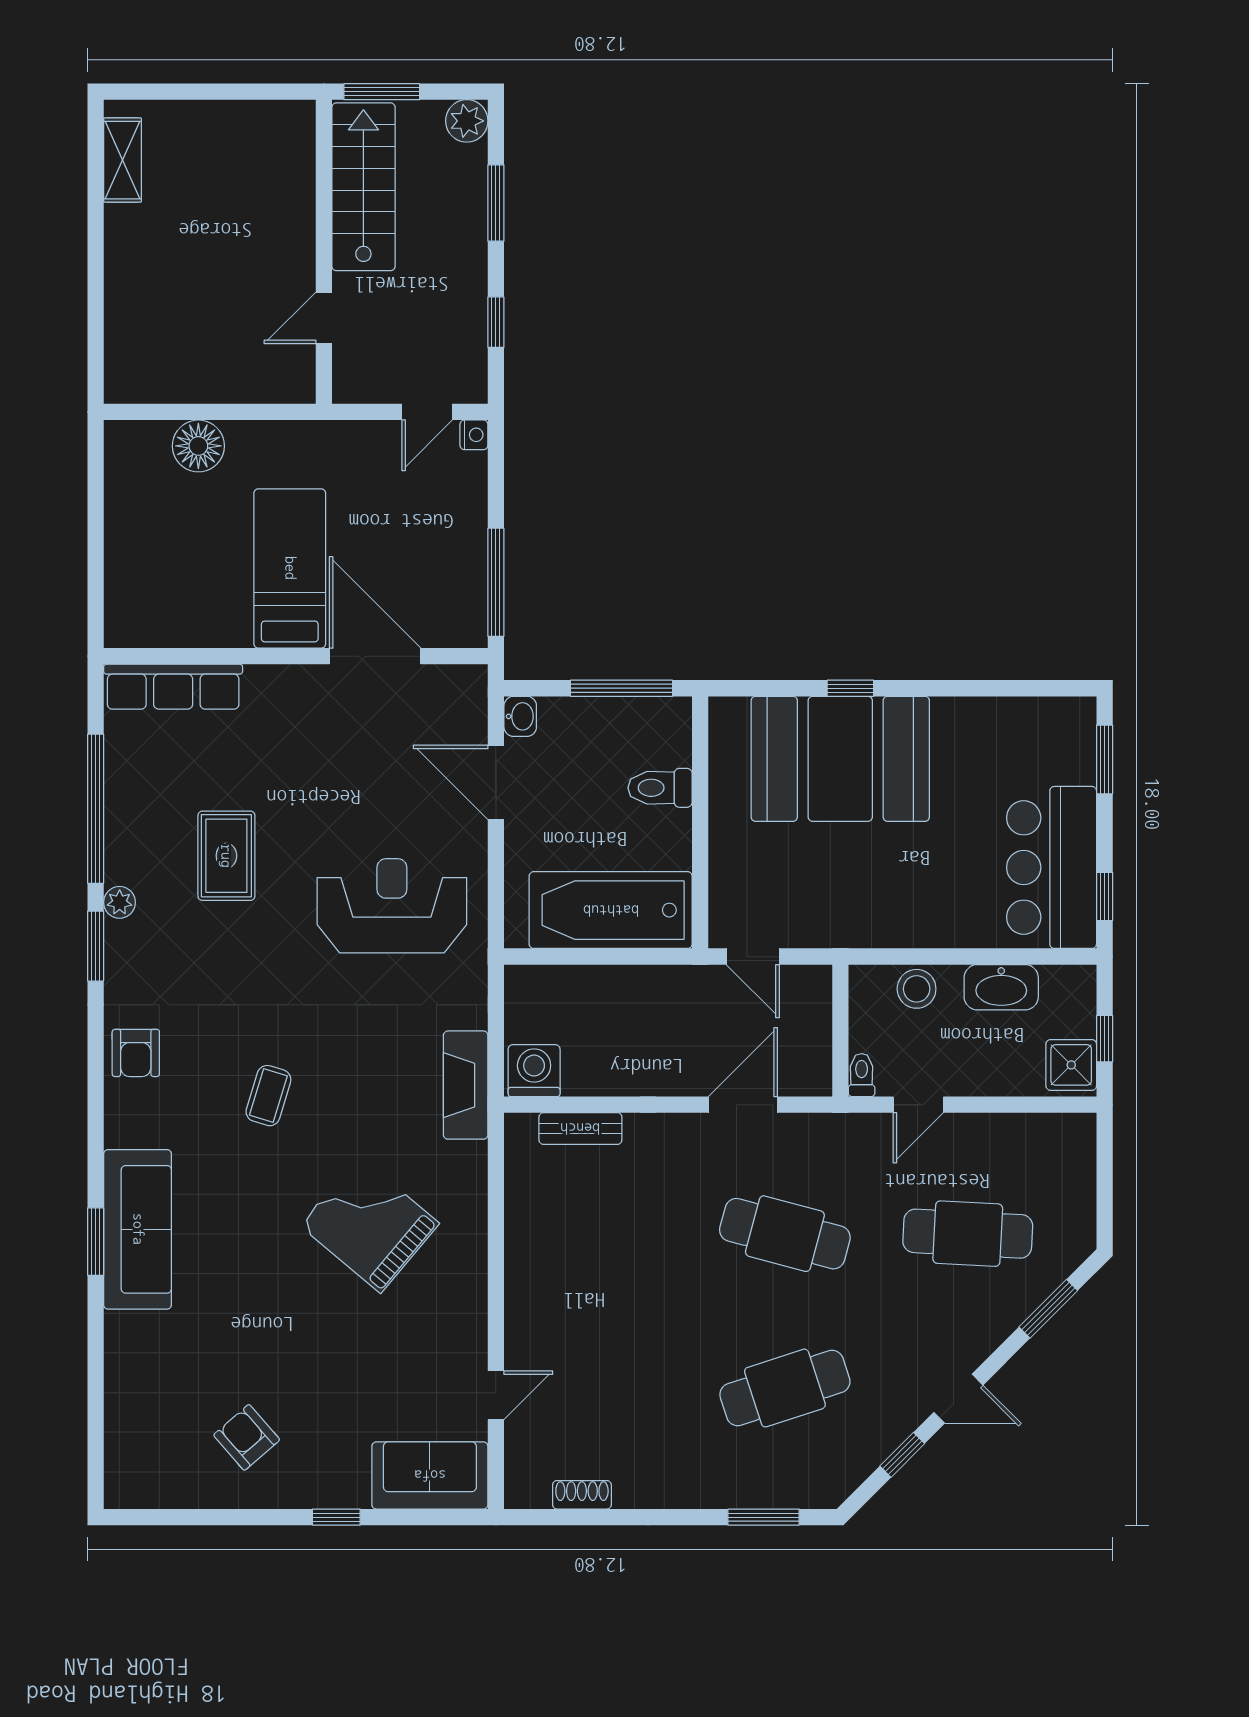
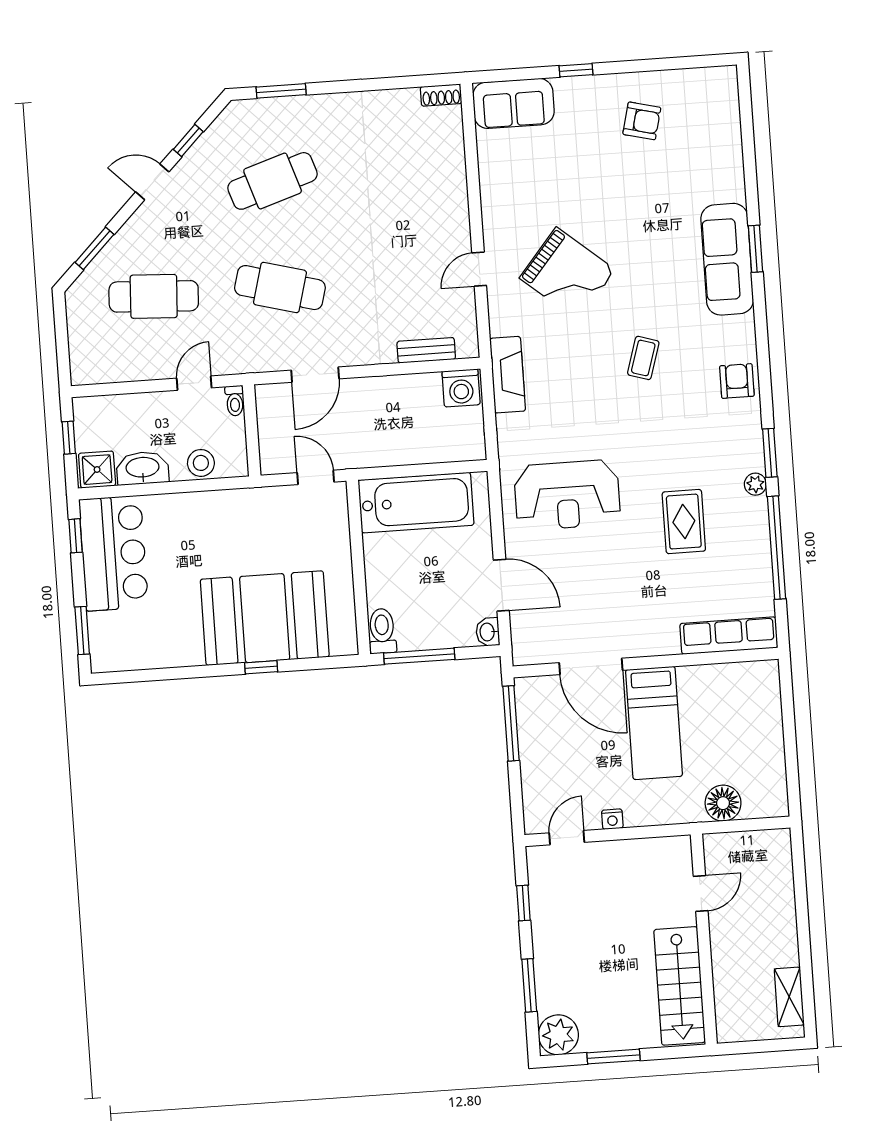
plant: (467, 121) -> (558, 1035), width x1.36, depth x1.36
stairs: (363, 187) -> (680, 986), moved
wall: (324, 252) -> (704, 939), moved
door: (324, 318) -> (701, 894), moved
nightstand: (474, 435) -> (612, 819), moved, turned -90
toilet: (660, 788) -> (382, 631), moved, turned -90
shower: (1071, 1065) -> (97, 470), moved
door: (496, 1395) -> (479, 269), moved
armchair: (247, 1437) -> (642, 121), turned -35
shoe rack: (582, 1495) -> (441, 95), moved

